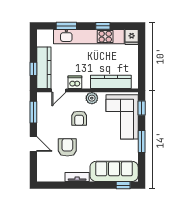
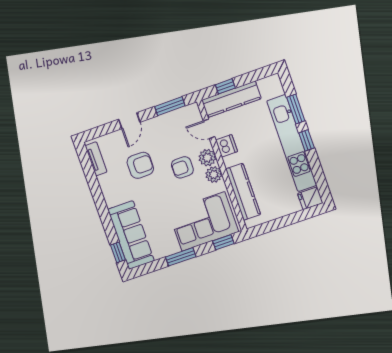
window: (103, 26) -> (307, 140), moved
plant: (78, 98) -> (207, 158), added
tv unit: (77, 177) -> (96, 159), moved

